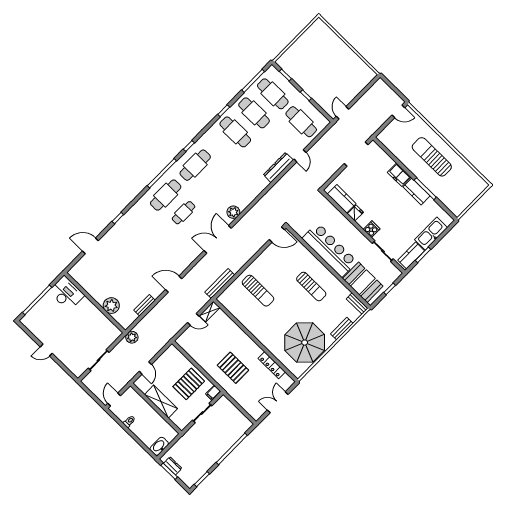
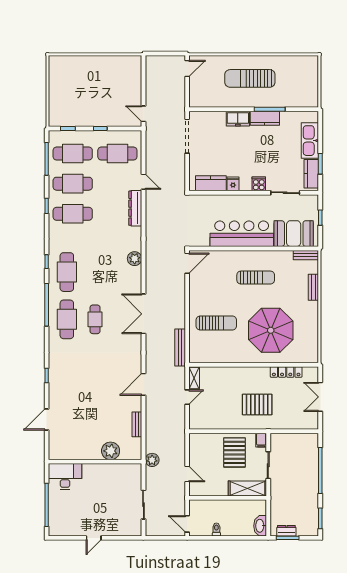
plant: (233, 212) -> (135, 259), moved
parasol: (305, 343) -> (271, 330), moved
shelving: (161, 402) -> (247, 489), moved

